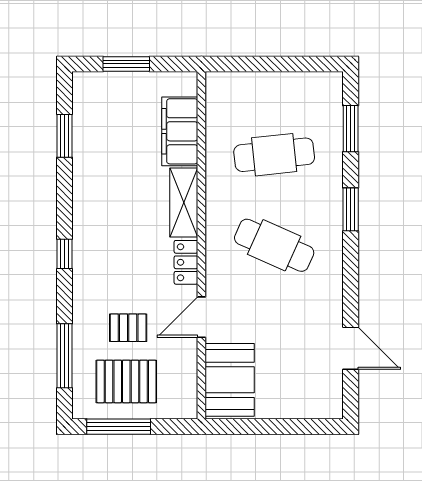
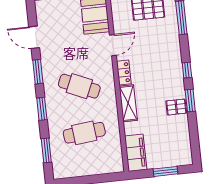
filing cabinet: (180, 131) -> (136, 153), moved
window: (64, 136) -> (190, 101), moved
window: (351, 281) -> (38, 72), added
pallet: (128, 328) -> (176, 107), moved

